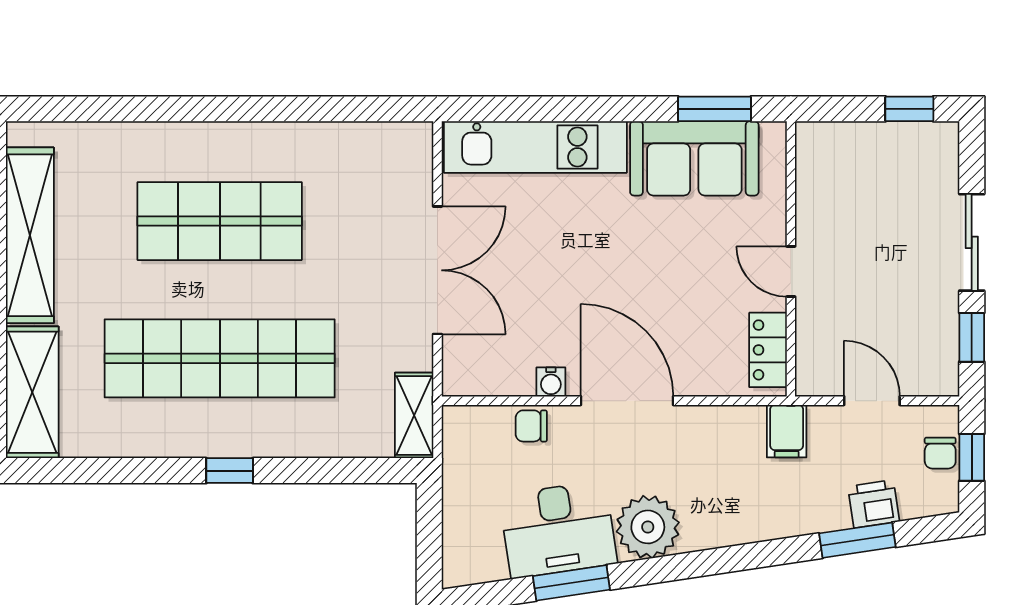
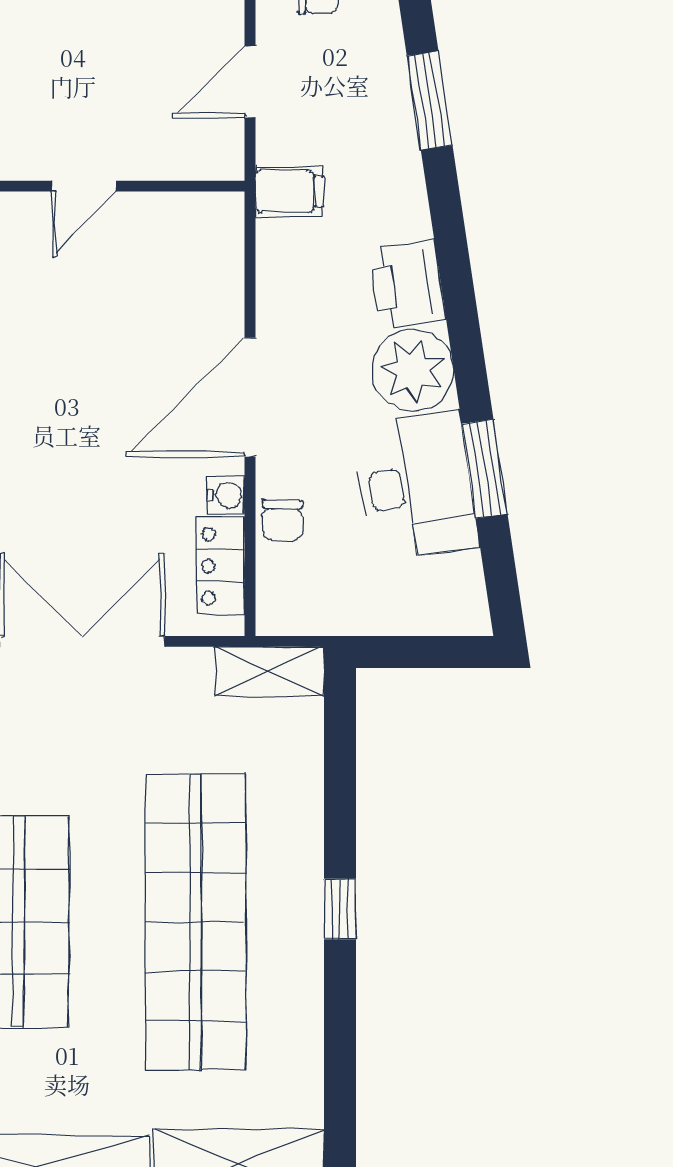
locker: (768, 350) -> (220, 566), moved, turned 90
printer: (874, 504) -> (407, 284), moved, width x1.36, depth x1.24

